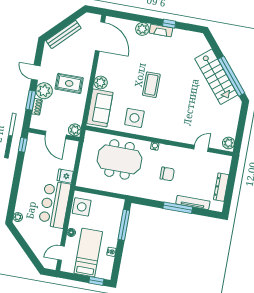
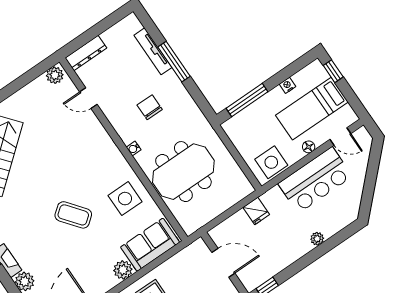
coffee table: (151, 85) -> (73, 215), turned 52
plant: (75, 130) -> (199, 248), removed
door: (56, 135) -> (223, 263), hinge flipped
meeting table: (119, 159) -> (183, 172), turned 90
dresser: (221, 187) -> (86, 53), moved
bar counter: (55, 204) -> (315, 180), moved
plant: (18, 217) -> (317, 239), moved

